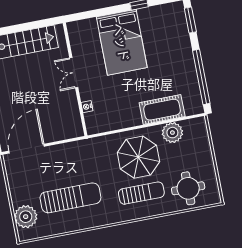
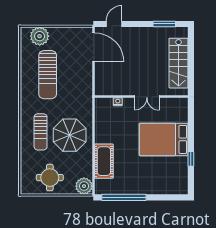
window: (190, 20) -> (171, 197), removed
double door: (74, 73) -> (147, 97), swing flipped
plant: (172, 133) -> (84, 186), moved
round table: (188, 188) -> (50, 178), moved

